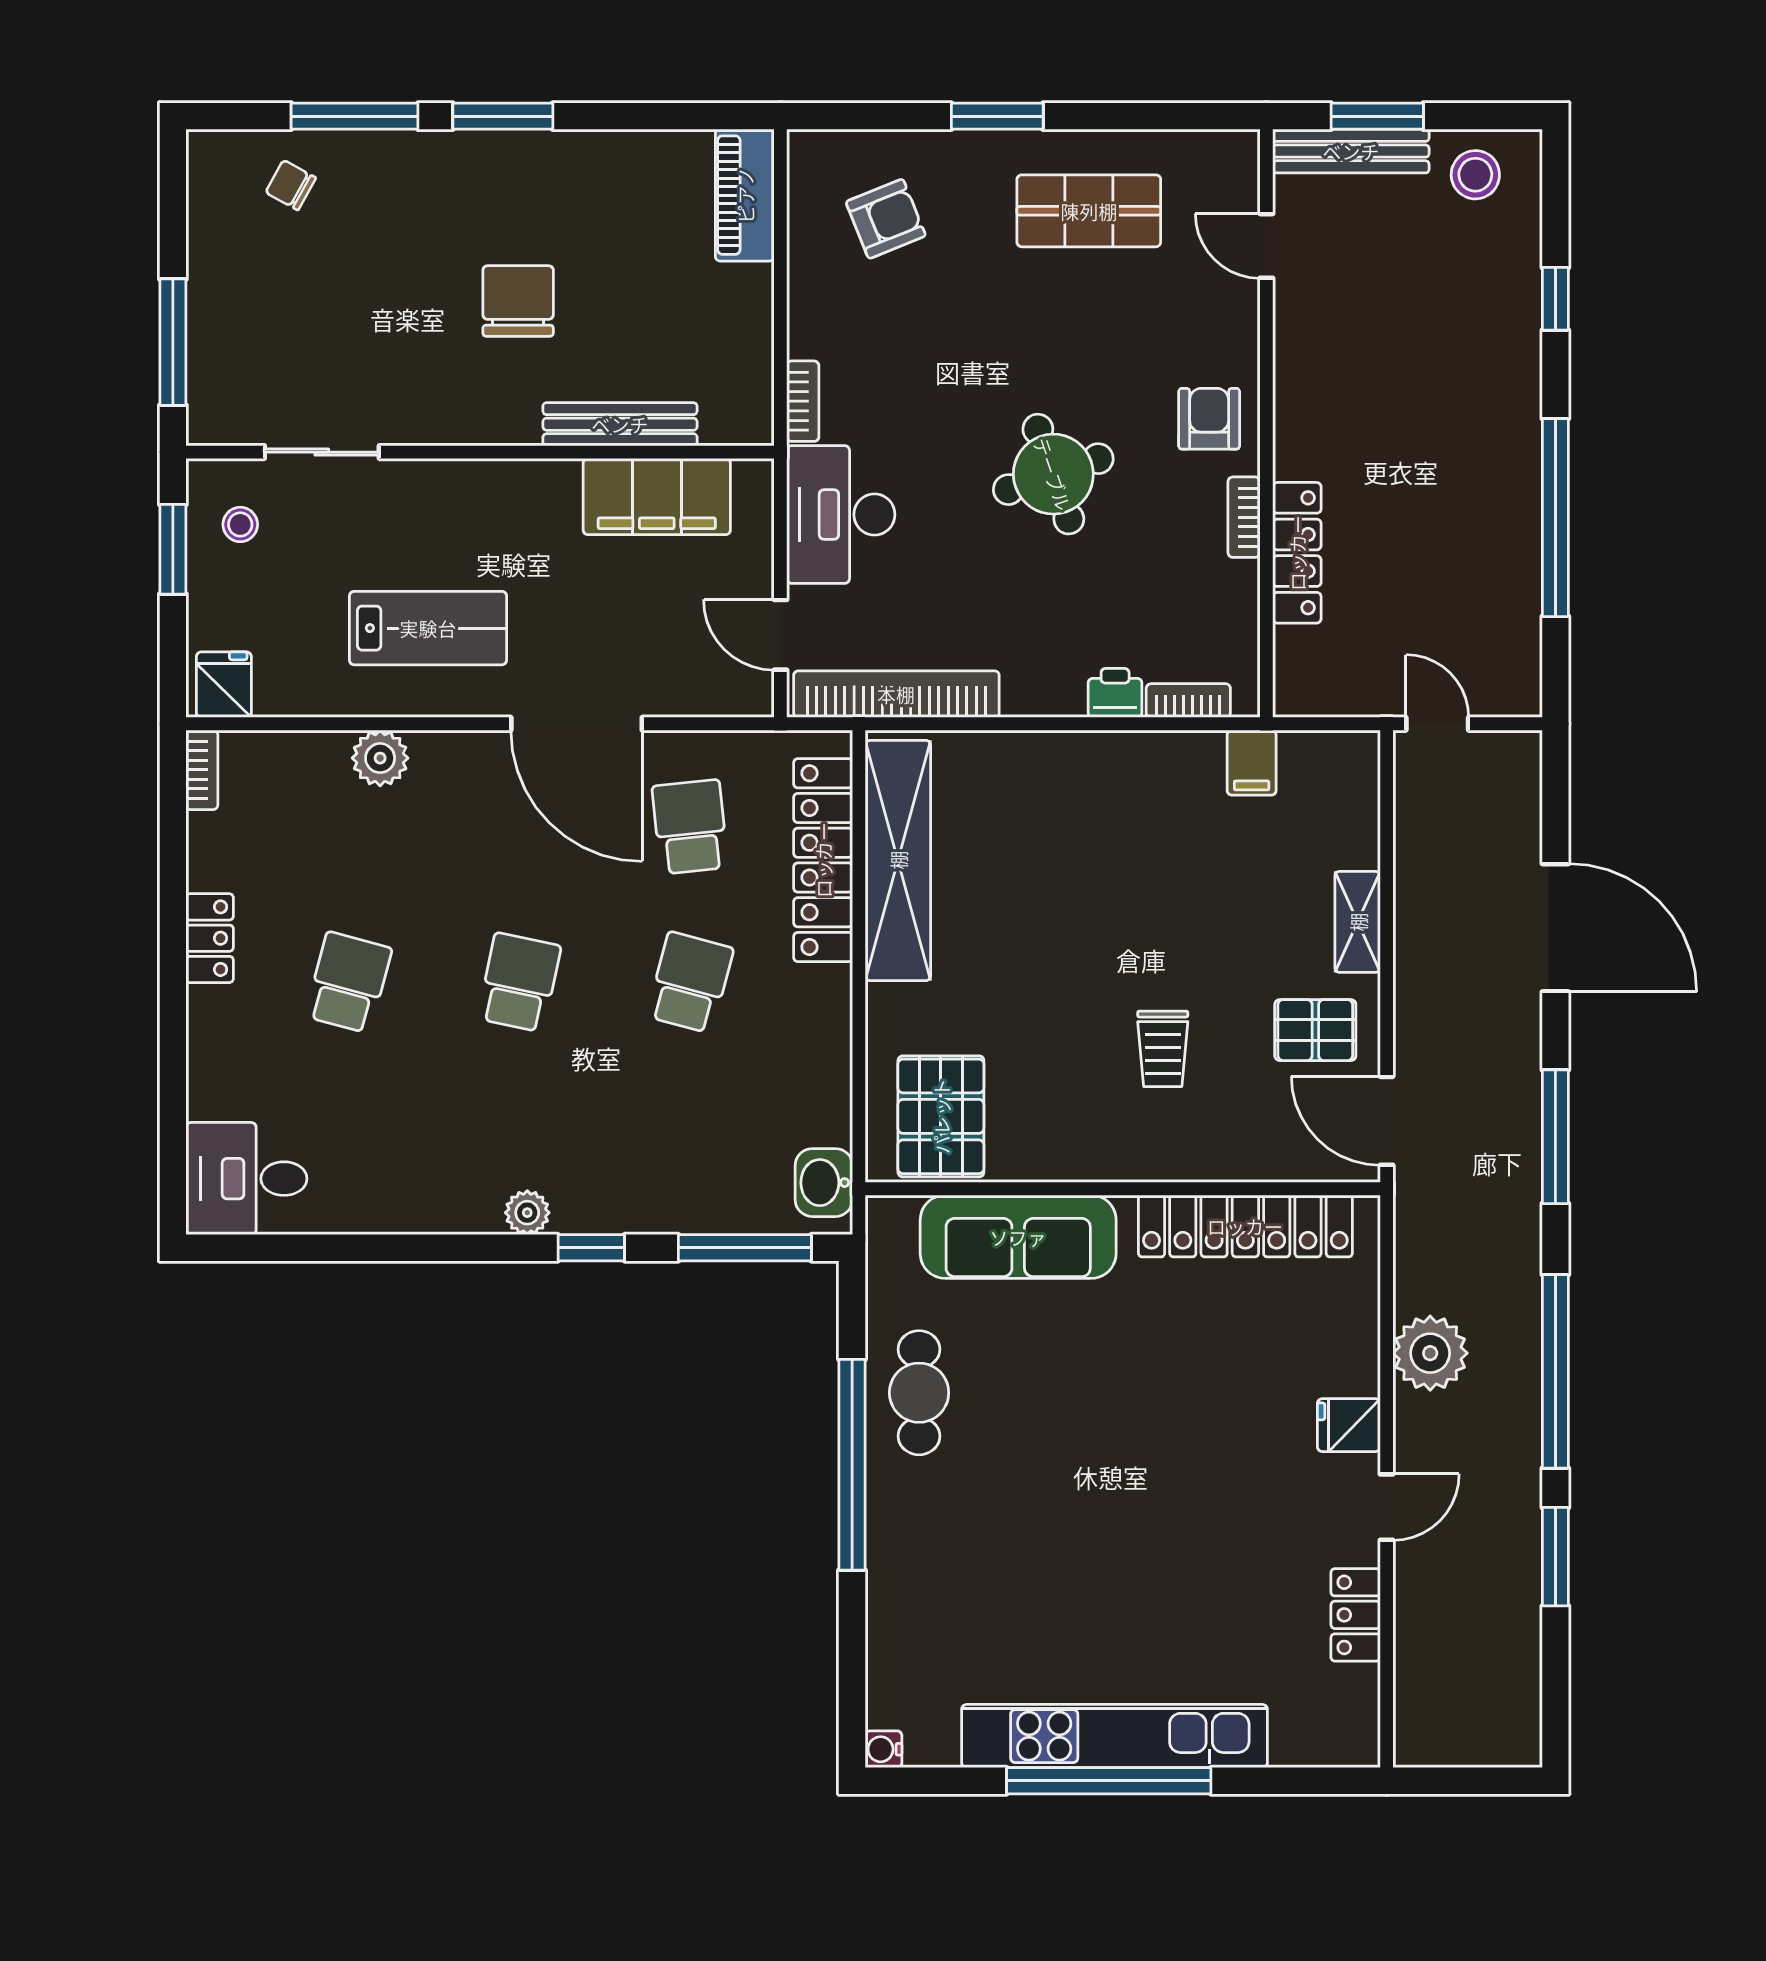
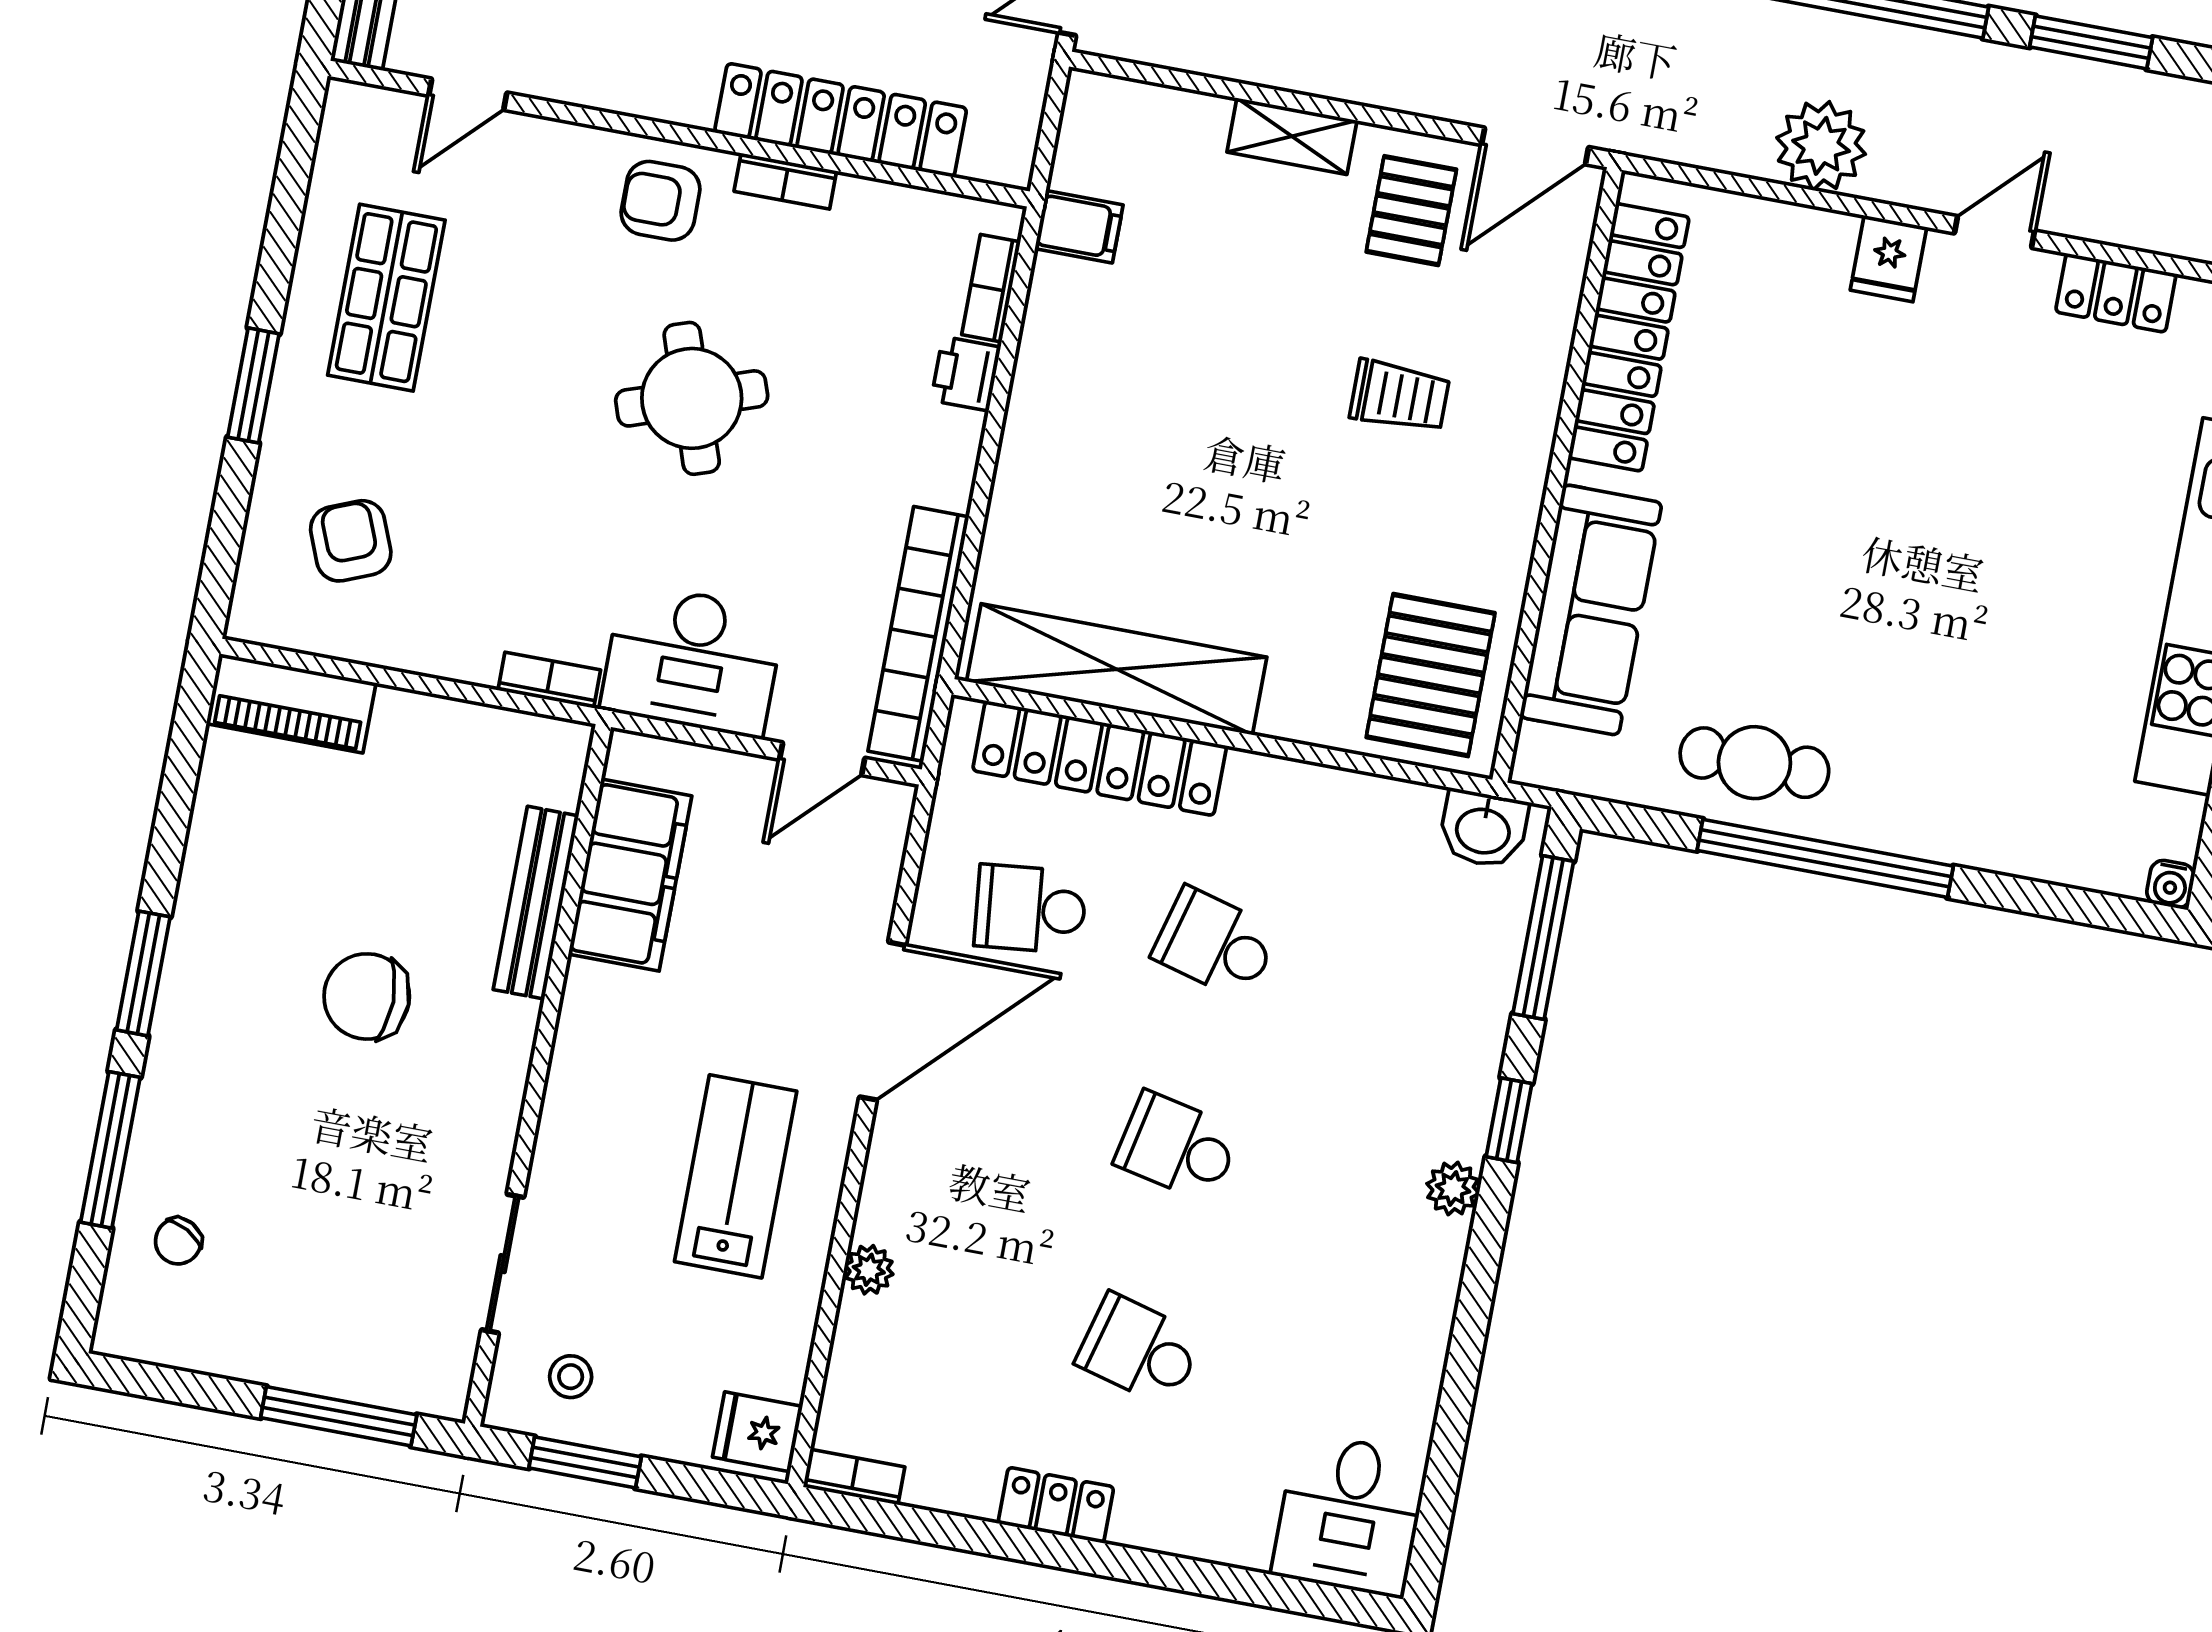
locker: (1297, 553) -> (841, 120), width x1.41, depth x1.21
plant: (380, 758) -> (869, 1270), width x0.73, depth x0.73
pallet: (941, 1116) -> (1431, 675), turned 90
door: (1387, 1507) -> (1995, 232), hinge flipped

